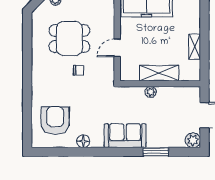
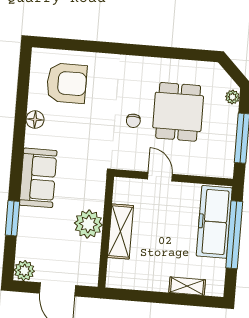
shelving: (195, 47) -> (187, 286), moved
plant: (151, 92) -> (88, 224), width x1.88, depth x1.88

